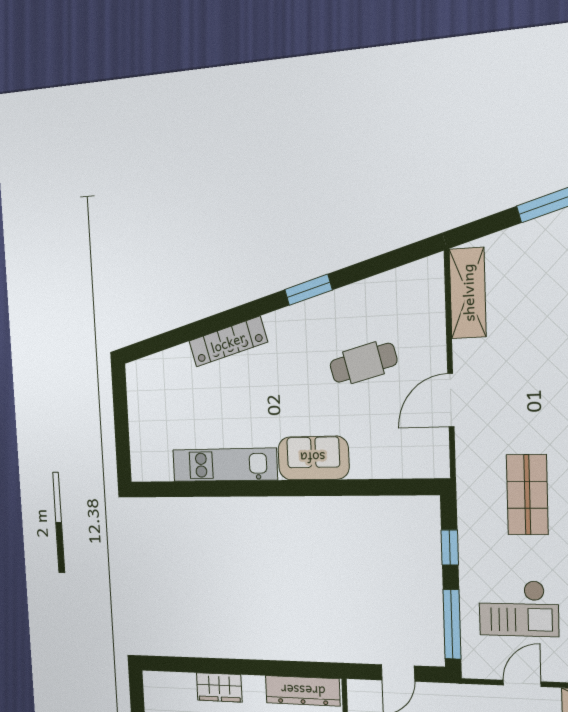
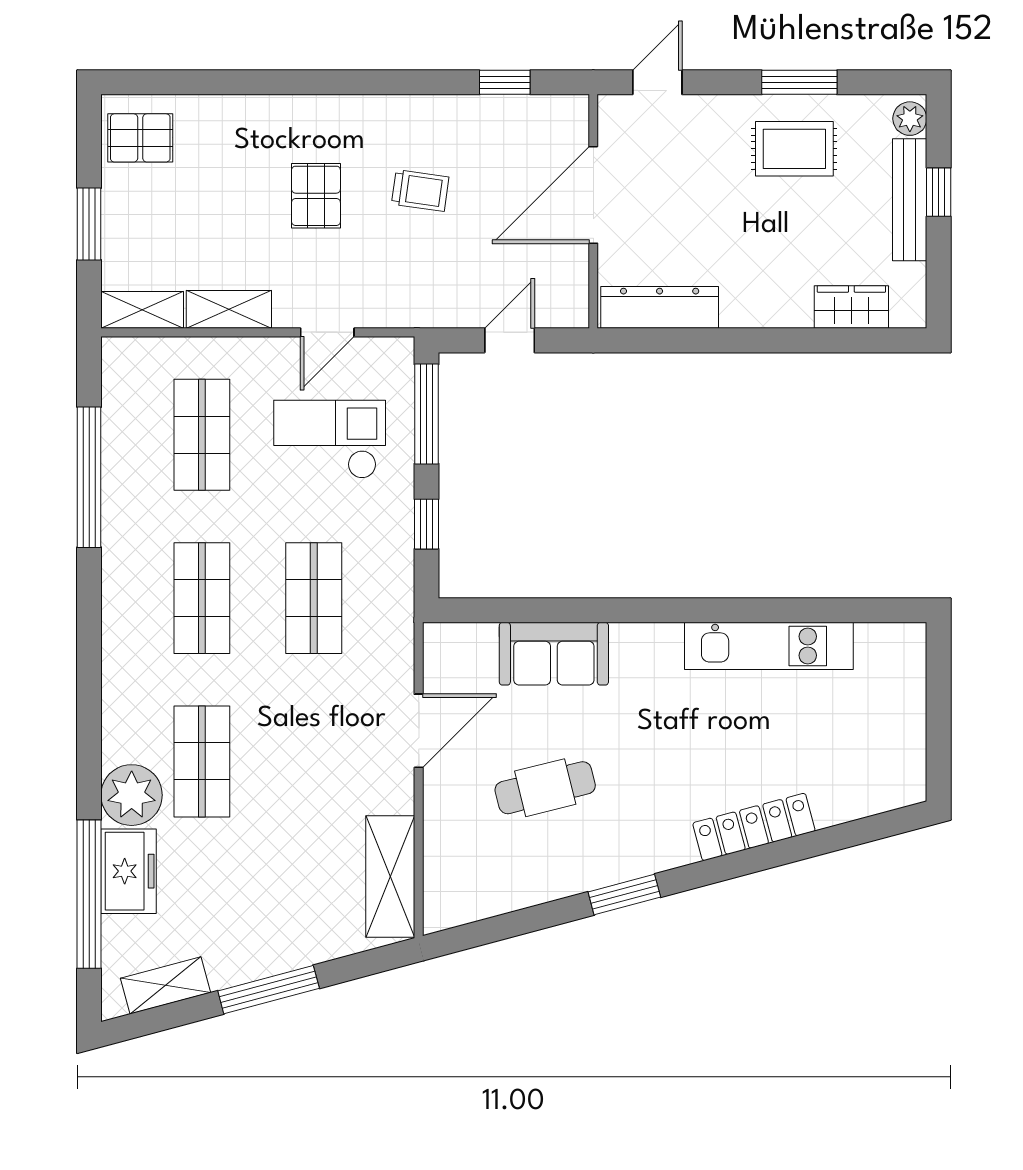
sofa: (313, 458) -> (554, 654), moved
wardrobe: (219, 687) -> (851, 307), moved

